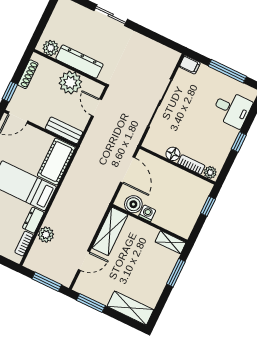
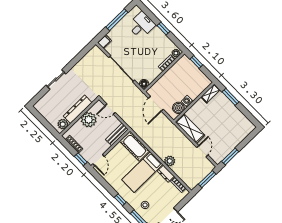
floor lamp: (173, 154) -> (144, 84), moved
door: (128, 170) -> (156, 104), swing flipped
plant: (46, 235) -> (170, 161), moved
shelving: (130, 308) -> (242, 133), removed

